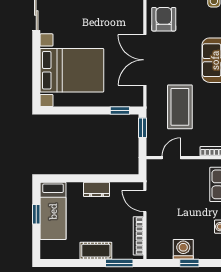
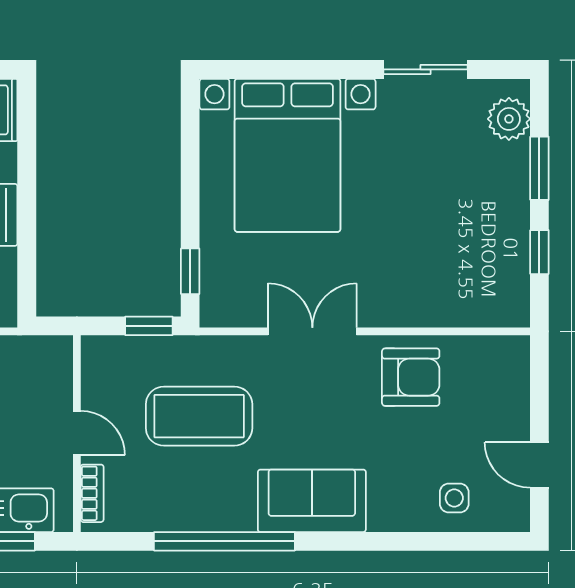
double door: (145, 60) -> (312, 331), width x0.73
door: (171, 158) -> (77, 433), moved

